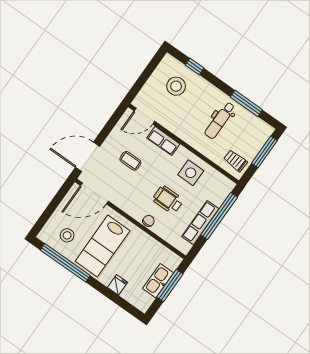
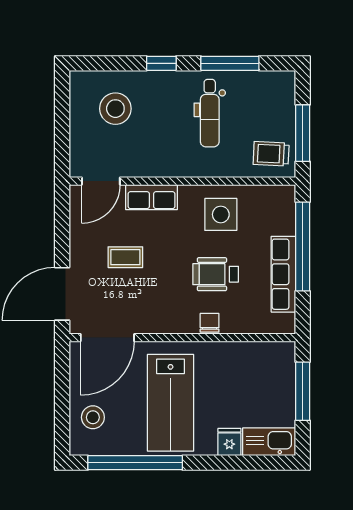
window: (195, 67) -> (161, 63), moved
window: (264, 152) -> (303, 133), moved
stool: (67, 235) -> (93, 417), moved
kitchen sink: (158, 281) -> (269, 442), moved, turned 90

